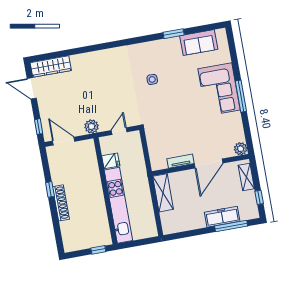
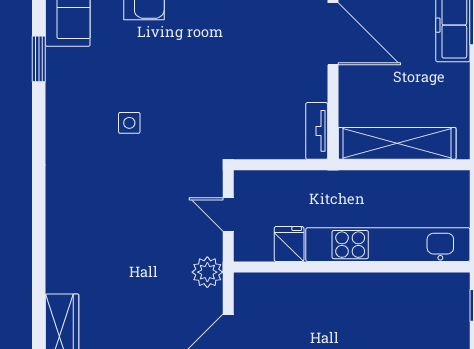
tv unit: (180, 161) -> (317, 131), moved
shelving: (163, 193) -> (397, 143), width x1.47

